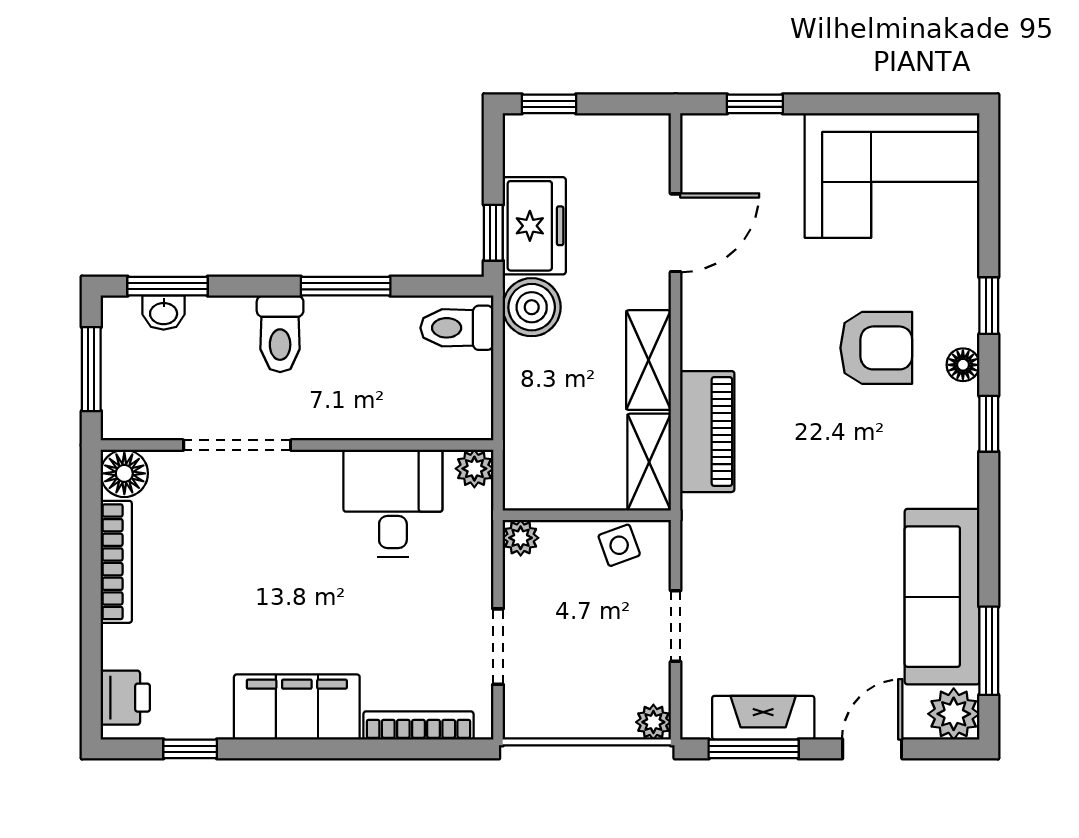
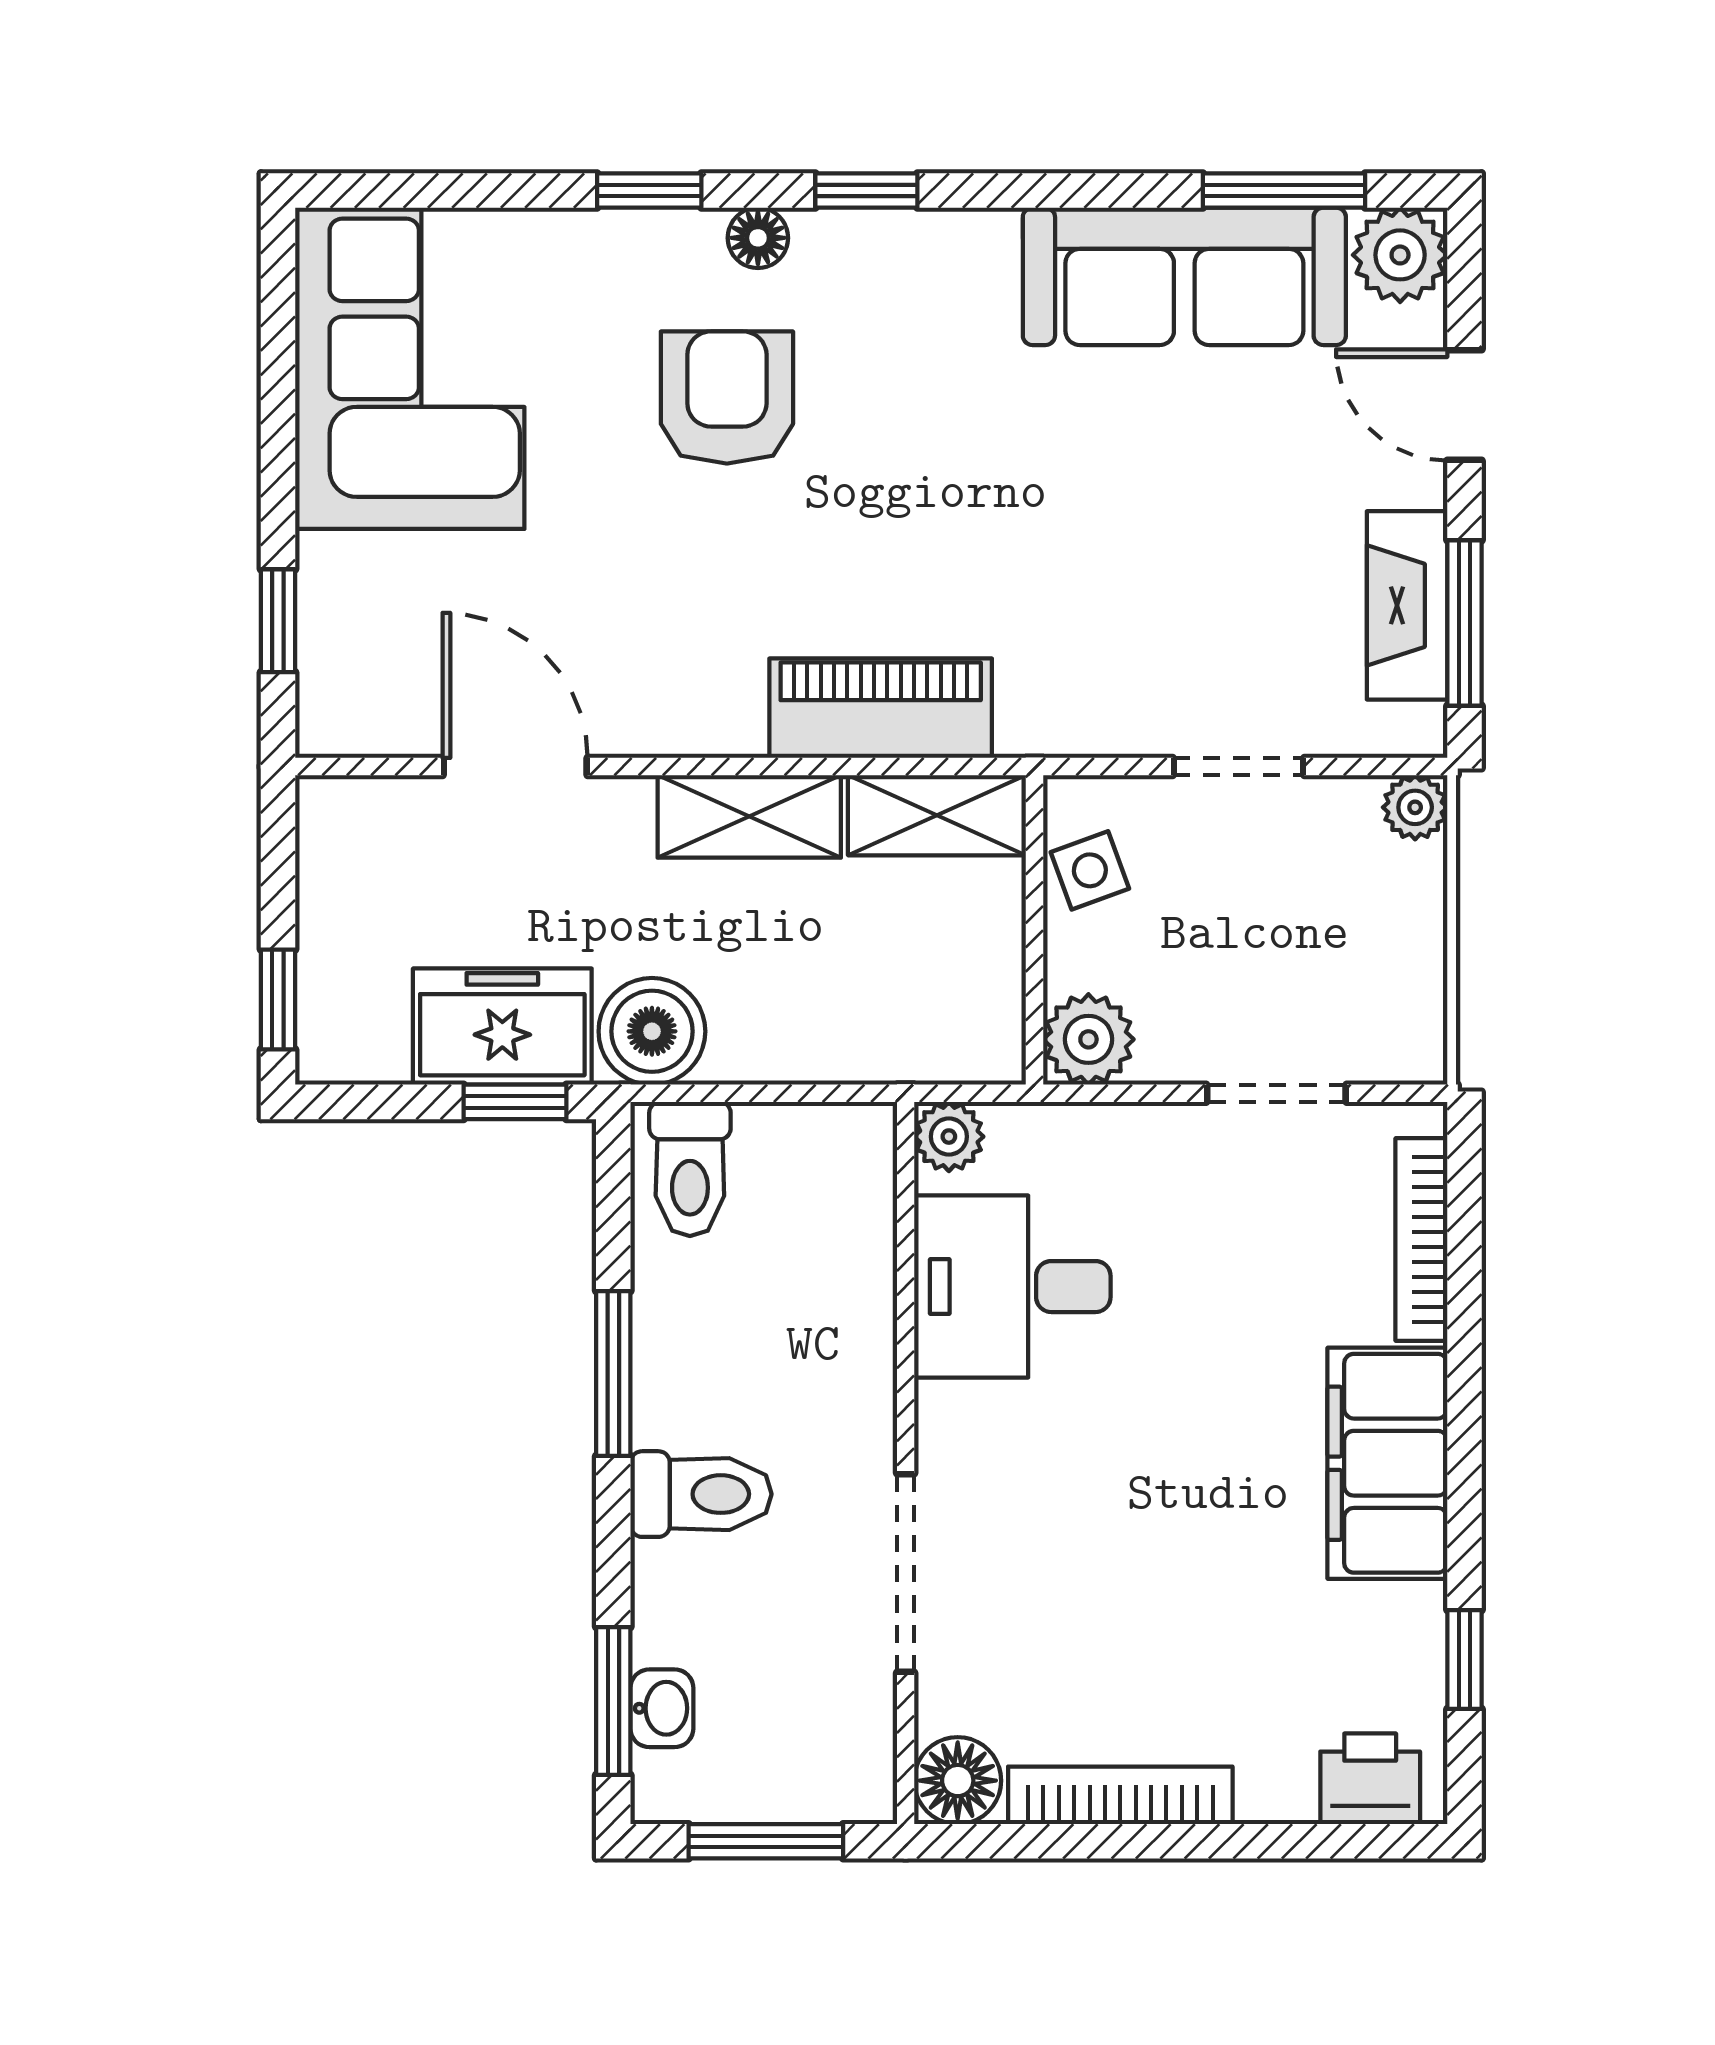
plant: (521, 538) -> (1088, 1039), width x1.38, depth x1.38

